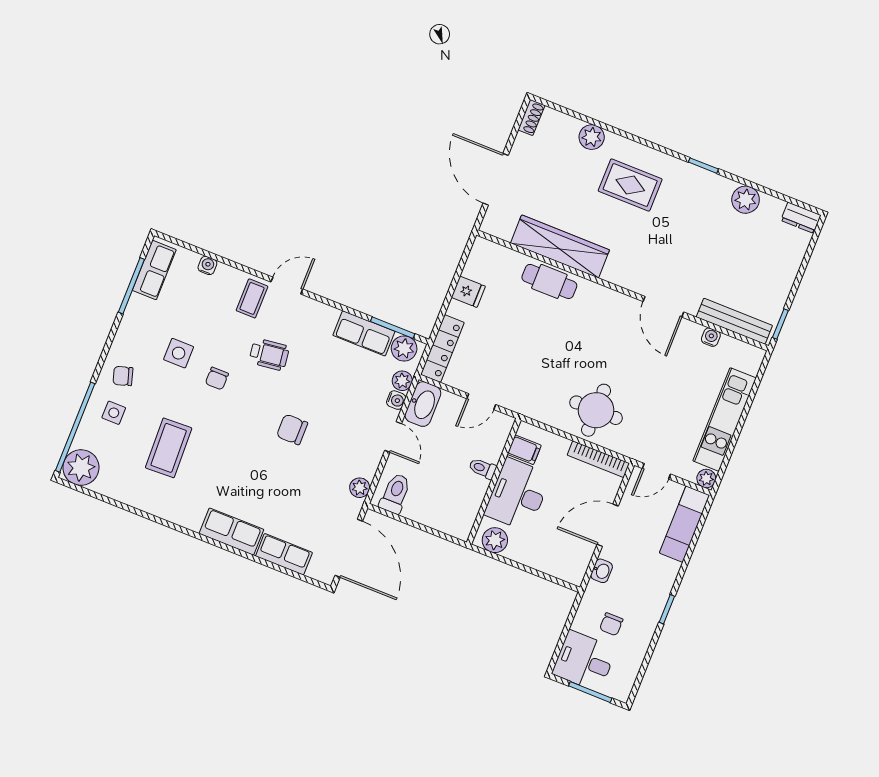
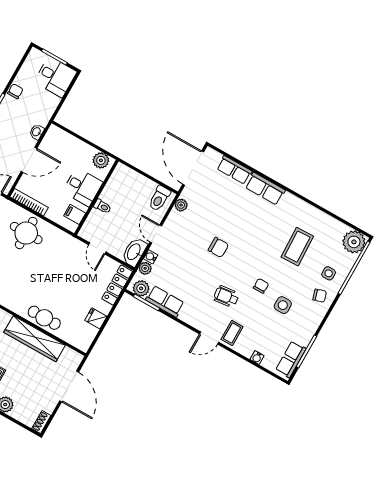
door: (481, 402) -> (97, 248), swing flipped
desk: (518, 495) -> (83, 187), width x0.73
chair: (611, 624) -> (15, 91), moved

